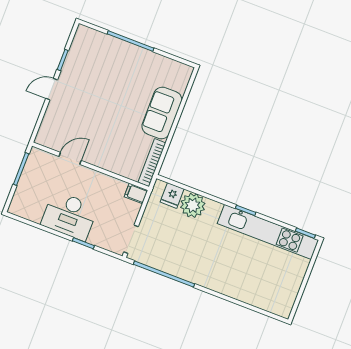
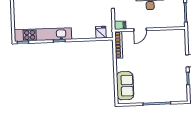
sofa: (162, 113) -> (125, 86), moved
door: (70, 158) -> (140, 30), moved
plant: (193, 205) -> (88, 32), removed

